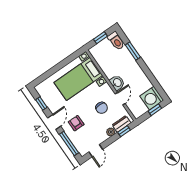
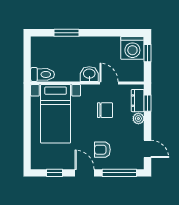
window: (100, 38) -> (27, 58), removed
toilet: (116, 41) -> (43, 74), moved

